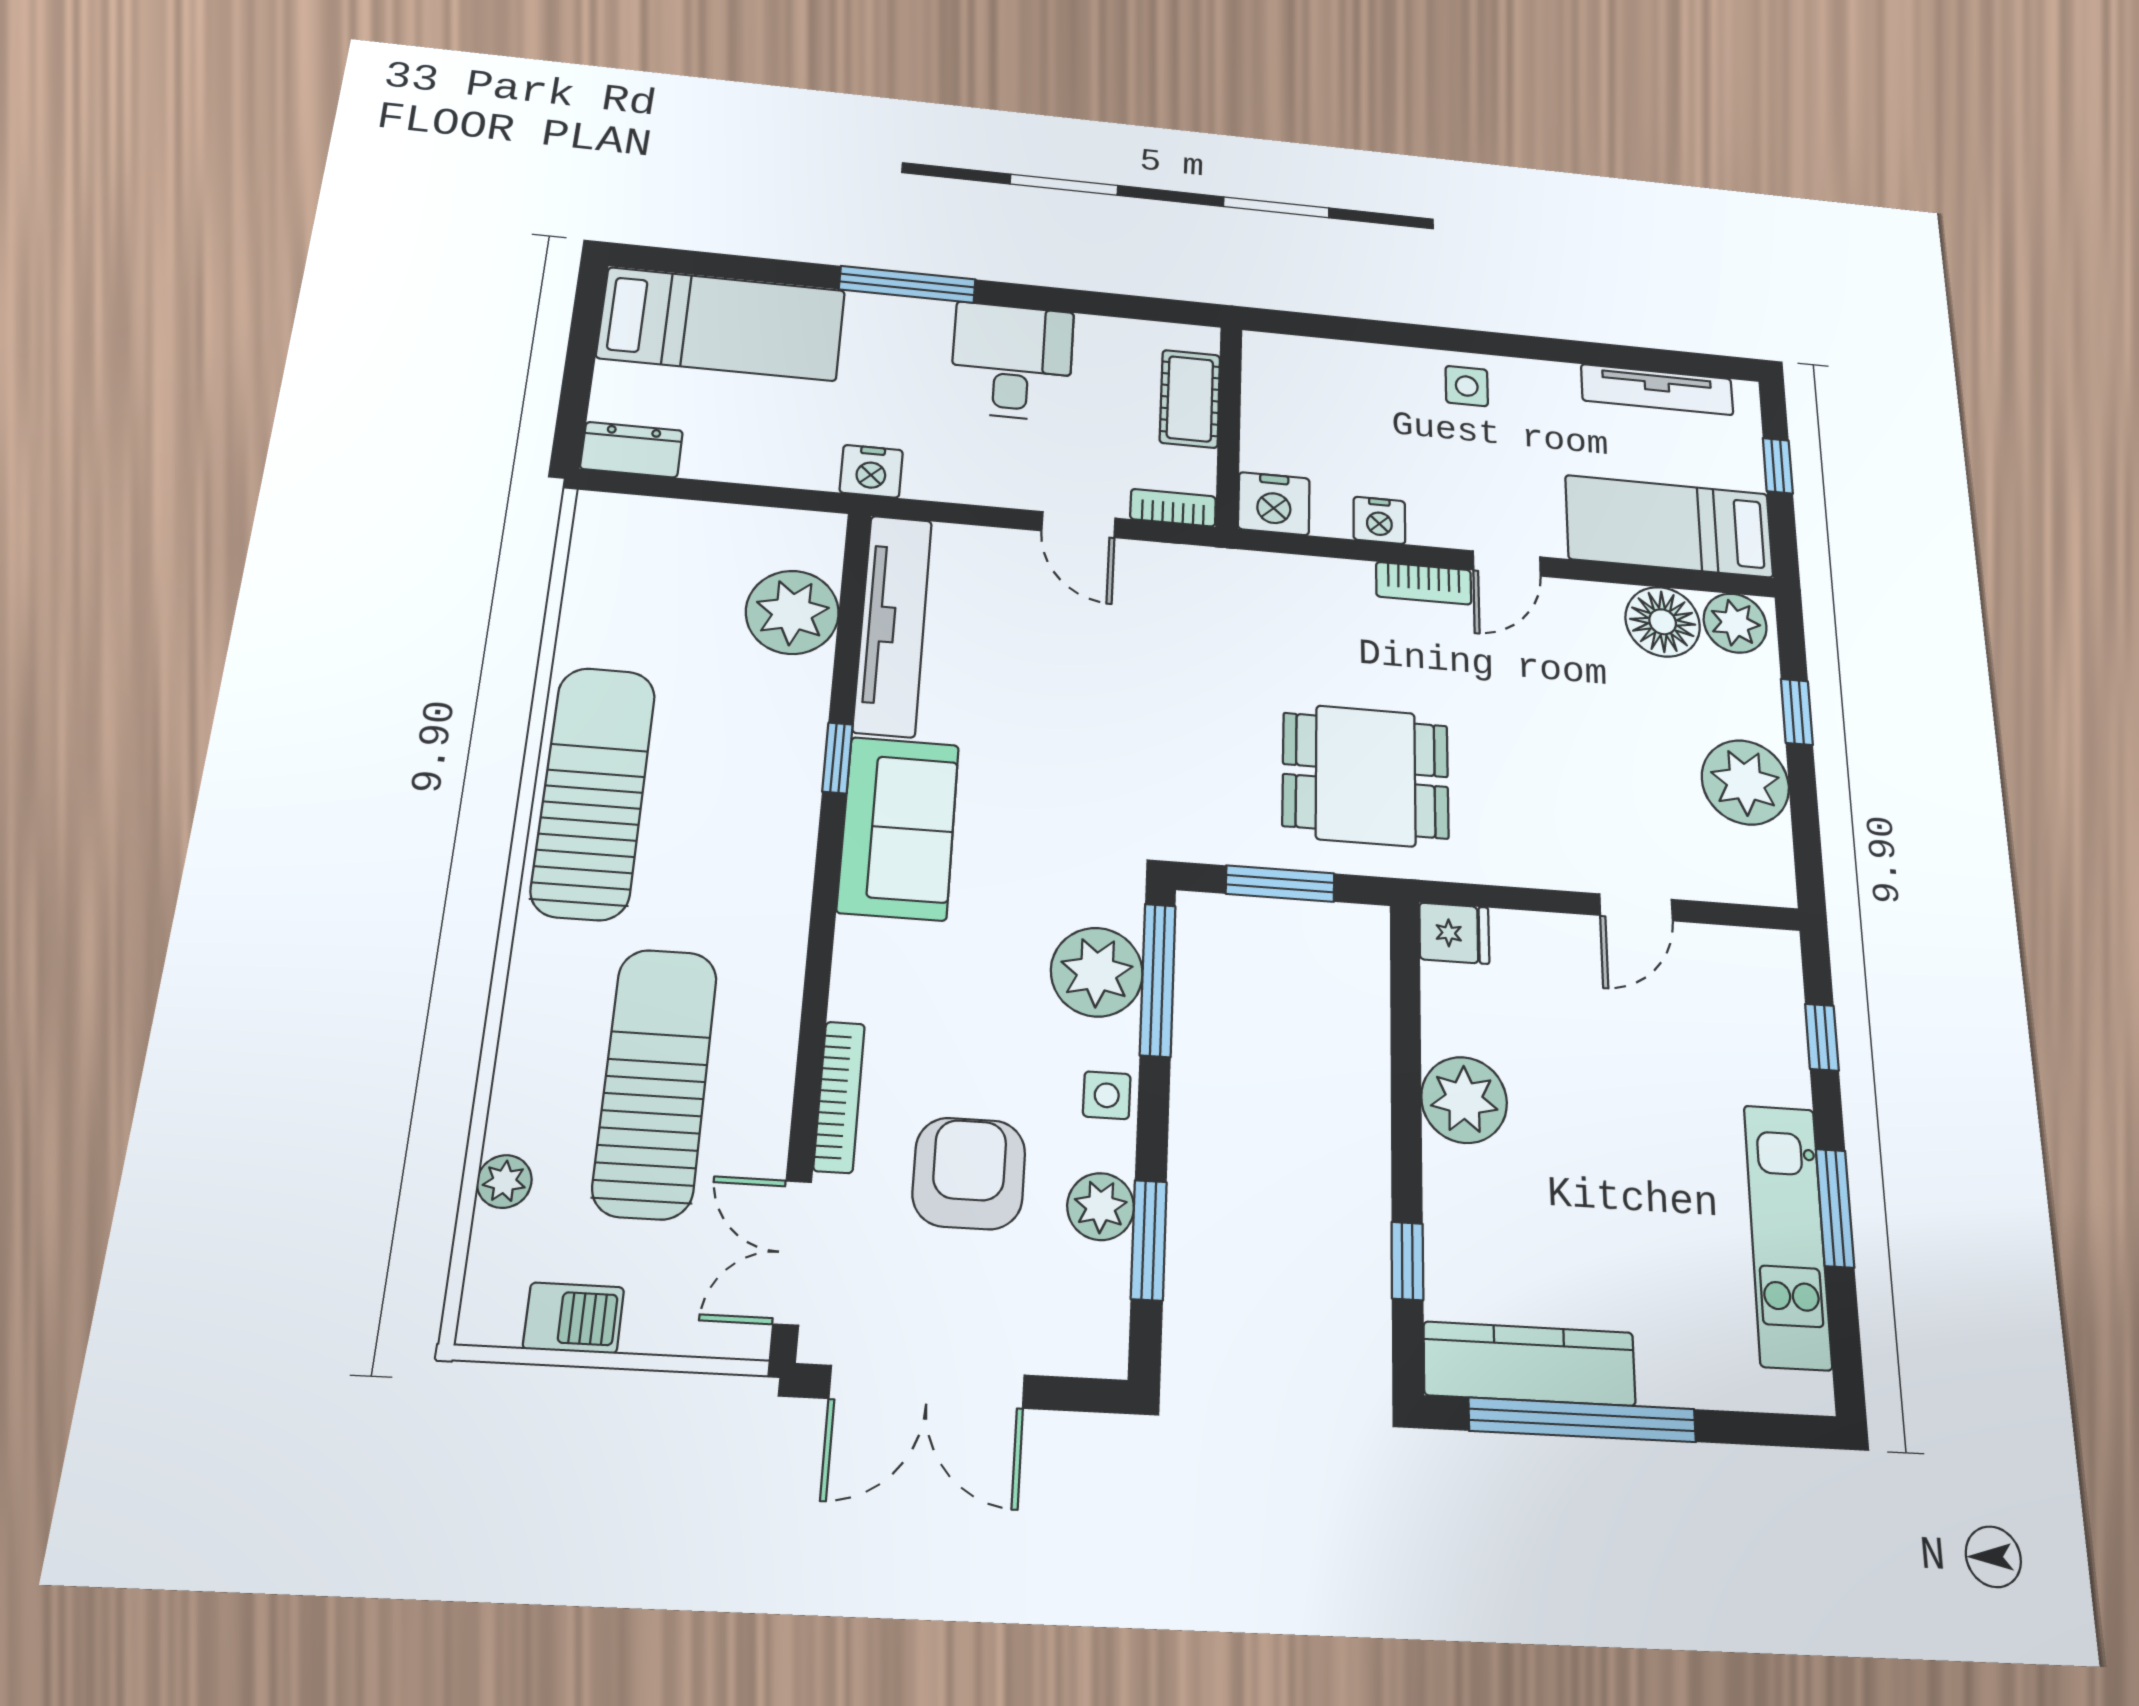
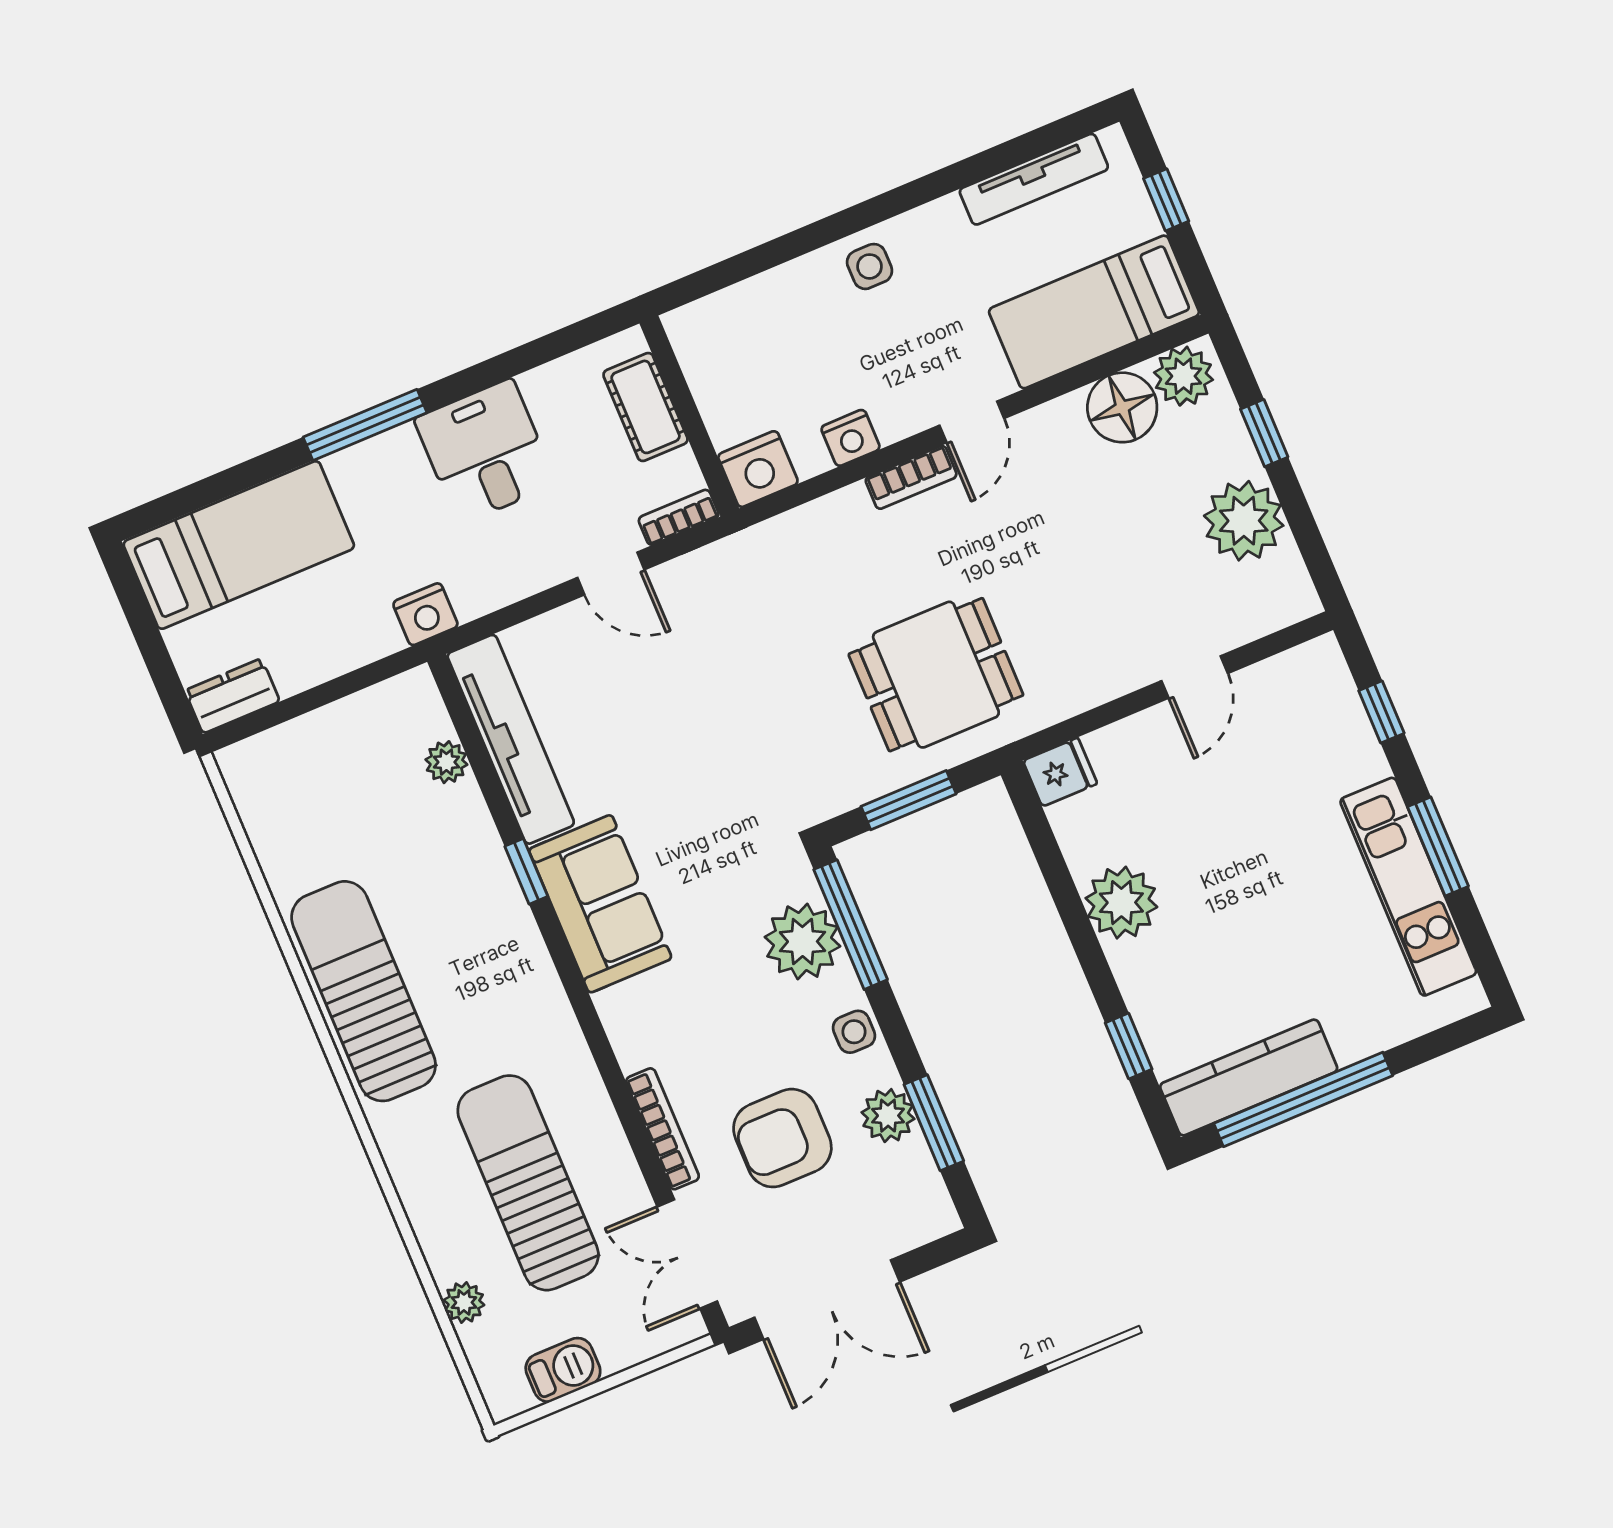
plant: (792, 612) -> (446, 762), width x0.53, depth x0.53
armchair: (969, 1173) -> (782, 1138), turned -90

